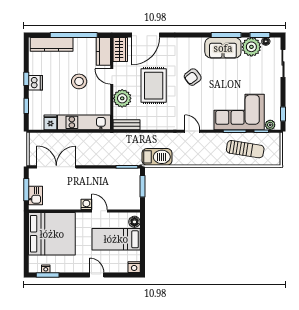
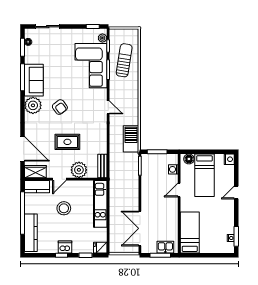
plant: (251, 47) -> (33, 105), moved
rug: (154, 86) -> (67, 142), width x0.73, depth x0.70
fridge: (50, 122) -> (100, 248), moved
door: (192, 131) -> (108, 107), swing flipped
washing machine: (86, 204) -> (173, 169), moved
bed: (52, 234) -> (190, 232), width x0.49

